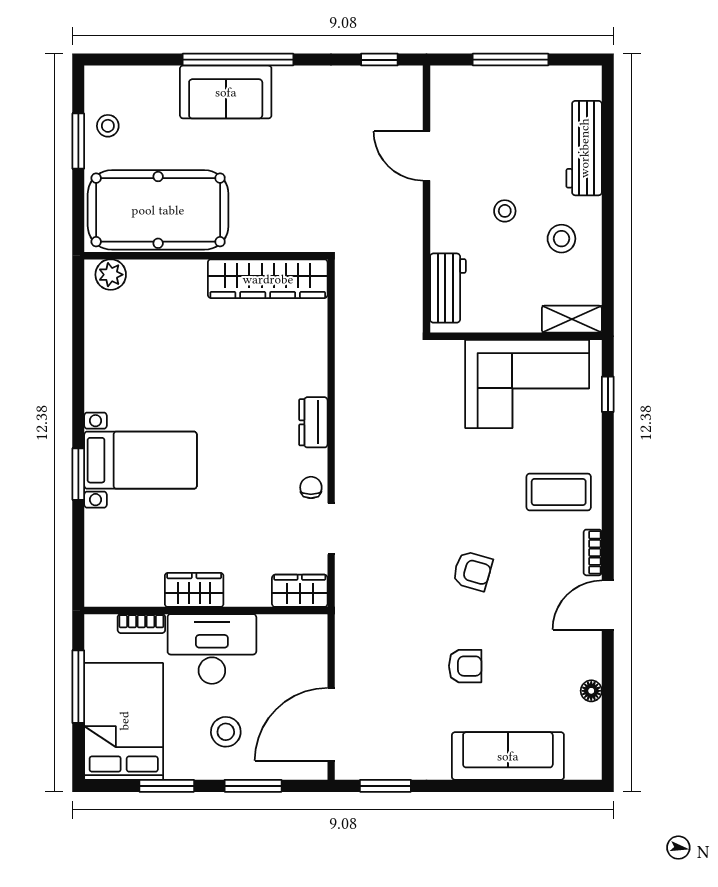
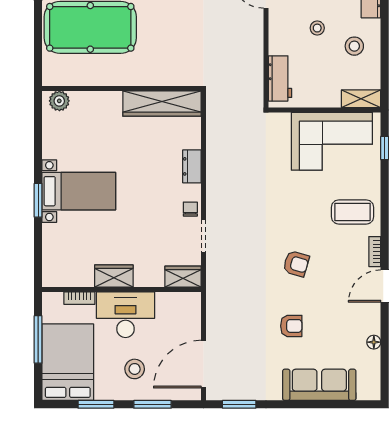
wall: (206, 256) -> (122, 89), moved
plant: (111, 275) -> (59, 101), moved
wardrobe: (268, 279) -> (162, 104), moved

